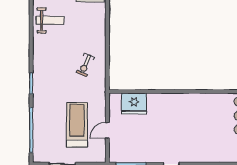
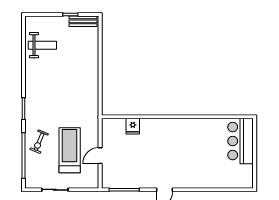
exercise bike: (85, 65) -> (39, 142), moved
fridge: (134, 104) -> (133, 126), width x0.53, depth x0.75

